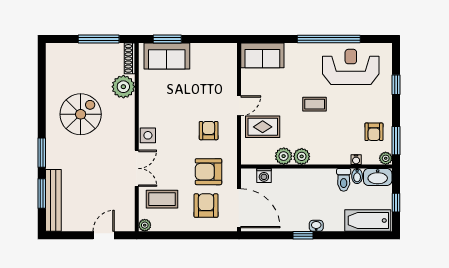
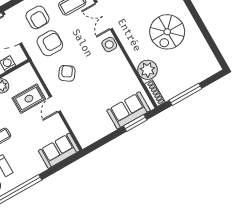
armchair: (209, 131) -> (67, 73), turned -145

